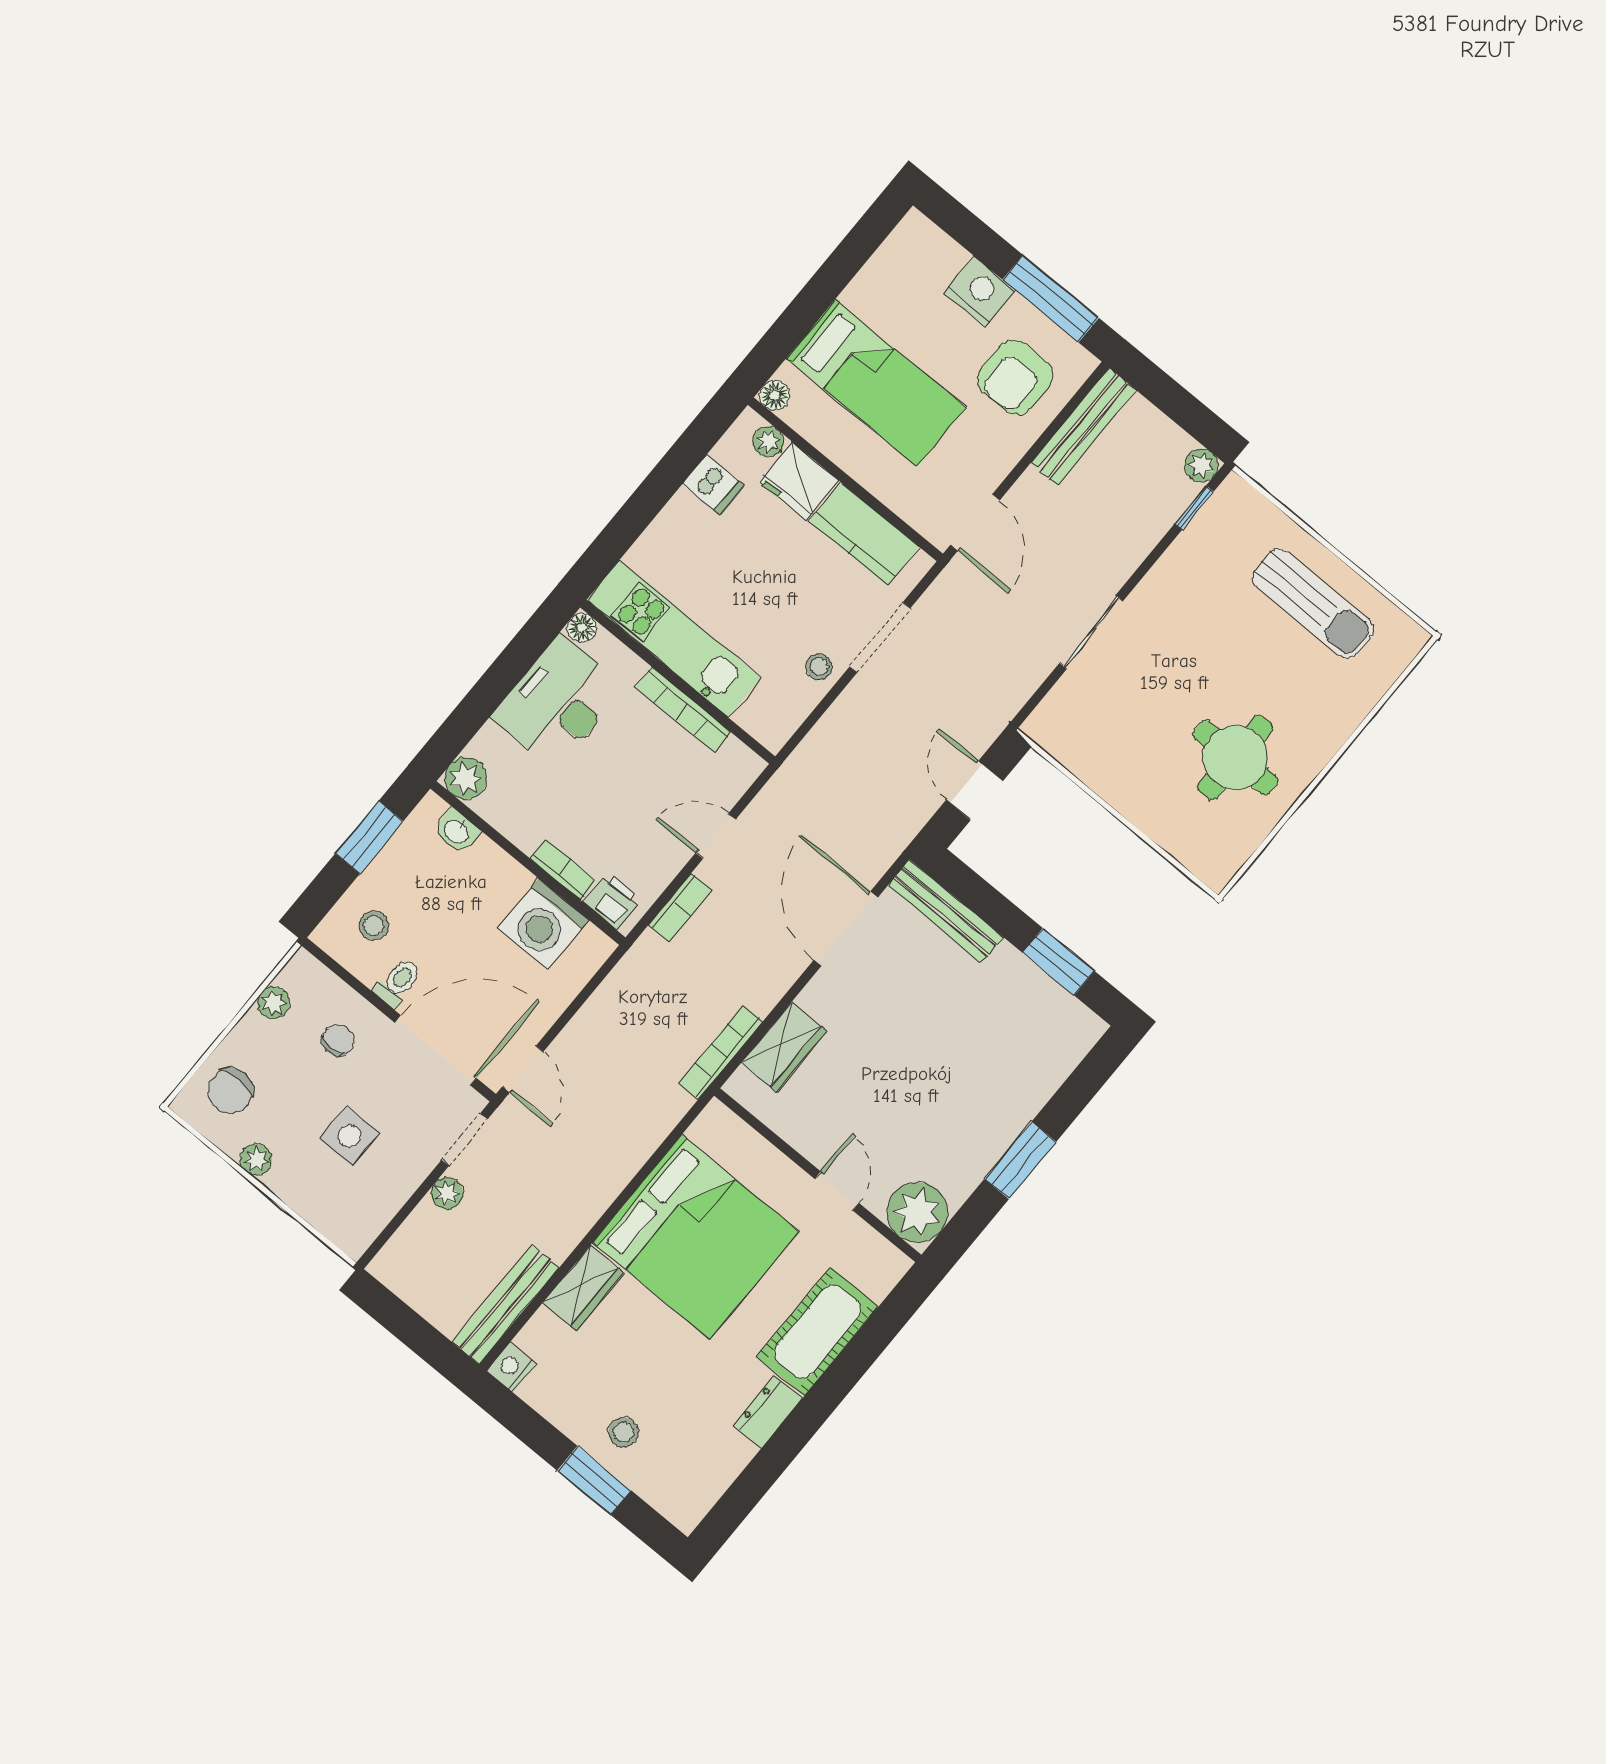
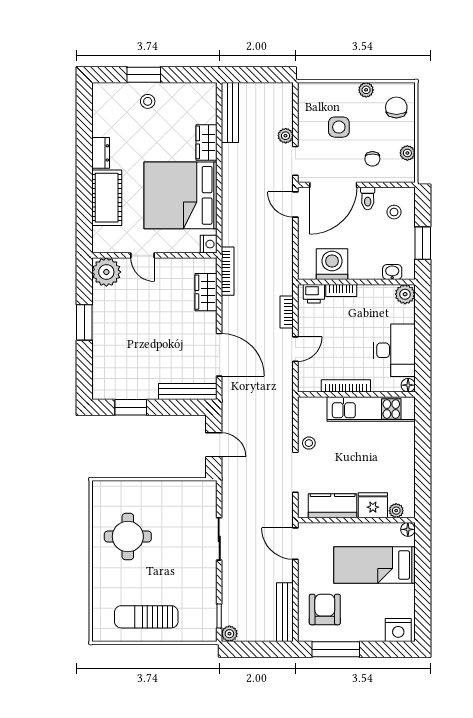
nightstand: (979, 292) -> (398, 630), moved
dishwasher: (713, 485) -> (403, 478), removed
nightstand: (512, 1367) -> (209, 244), moved

